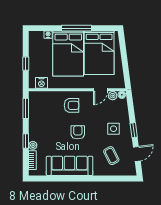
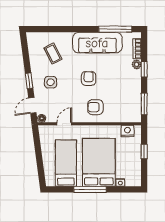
bed: (99, 53) -> (66, 163), width x0.67
plant: (113, 96) -> (52, 117), removed
armchair: (78, 132) -> (89, 78), turned 180
door: (137, 154) -> (32, 105), moved
window: (53, 178) -> (115, 29), added

